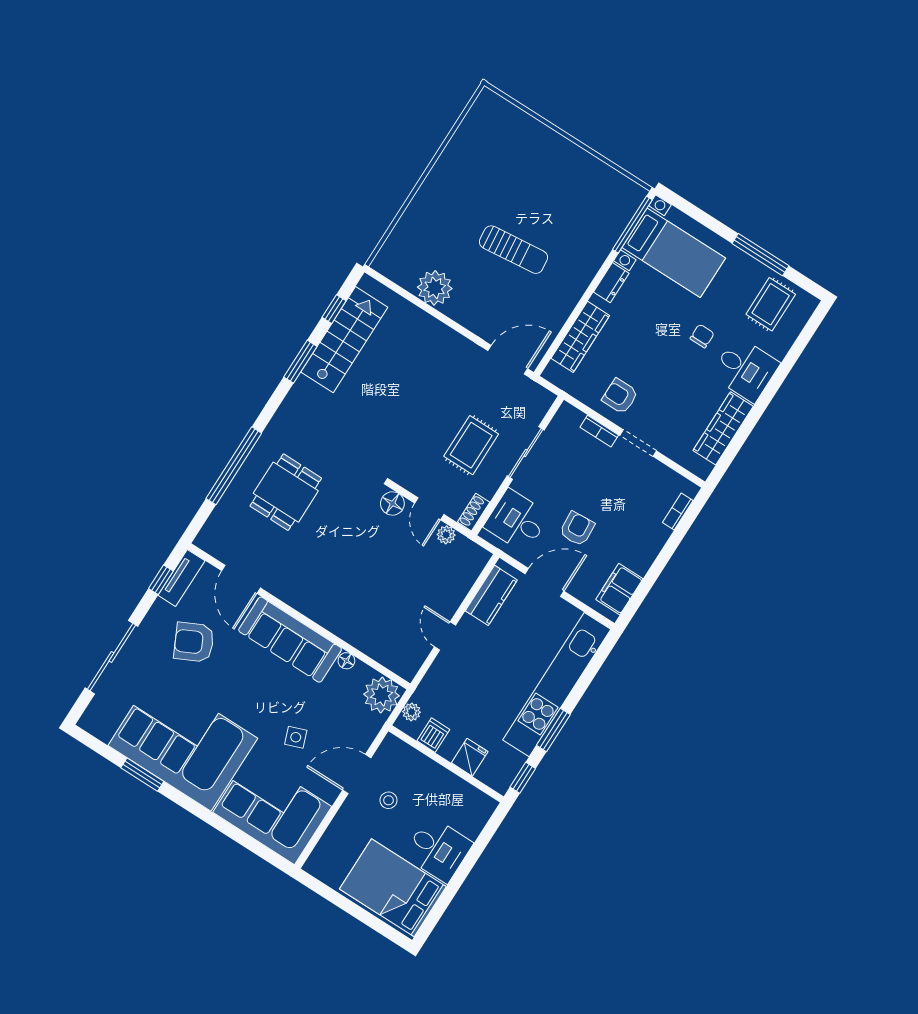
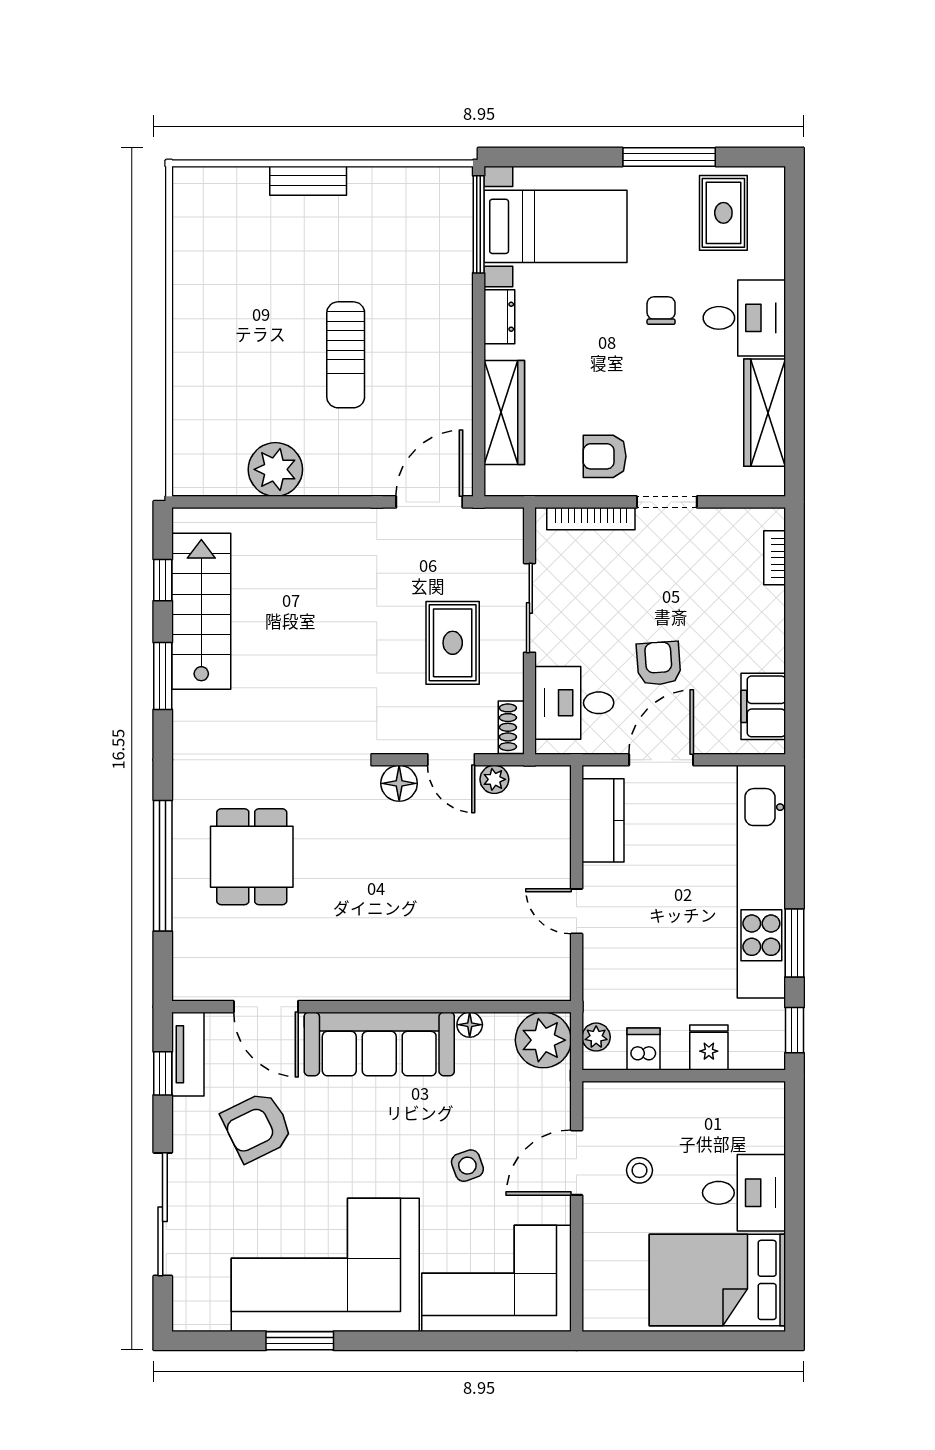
bench: (554, 141) -> (308, 181), added
sun lounger: (513, 250) -> (346, 355), turned 96
bookcase: (599, 431) -> (591, 519), width x1.56

